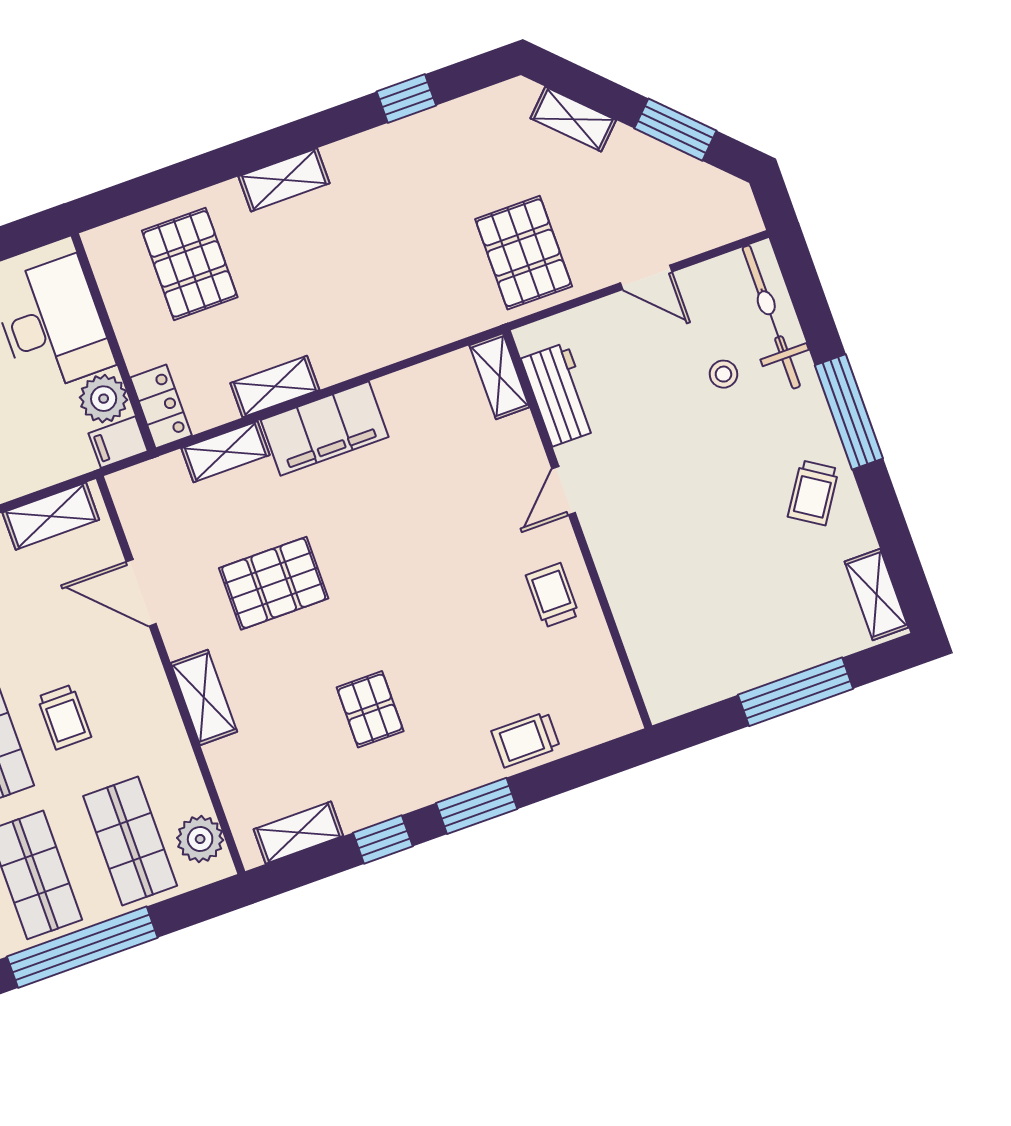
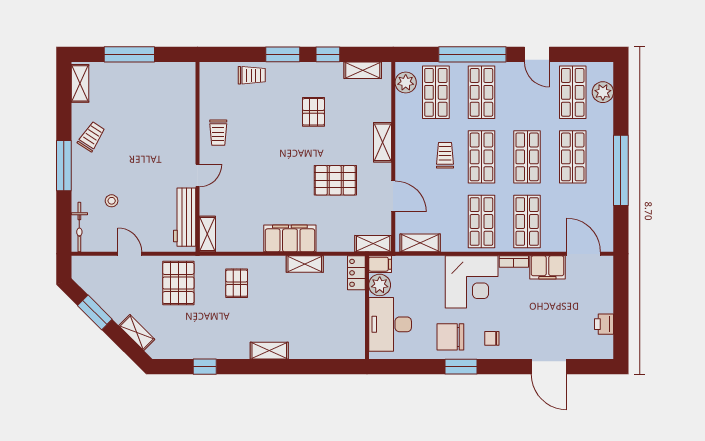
pallet: (190, 264) -> (237, 283), moved, width x0.67, depth x0.71
bicycle: (771, 317) -> (79, 227), width x0.73, depth x0.71
workbench: (559, 394) -> (185, 217), width x1.38
shelving: (226, 452) -> (373, 244), moved

